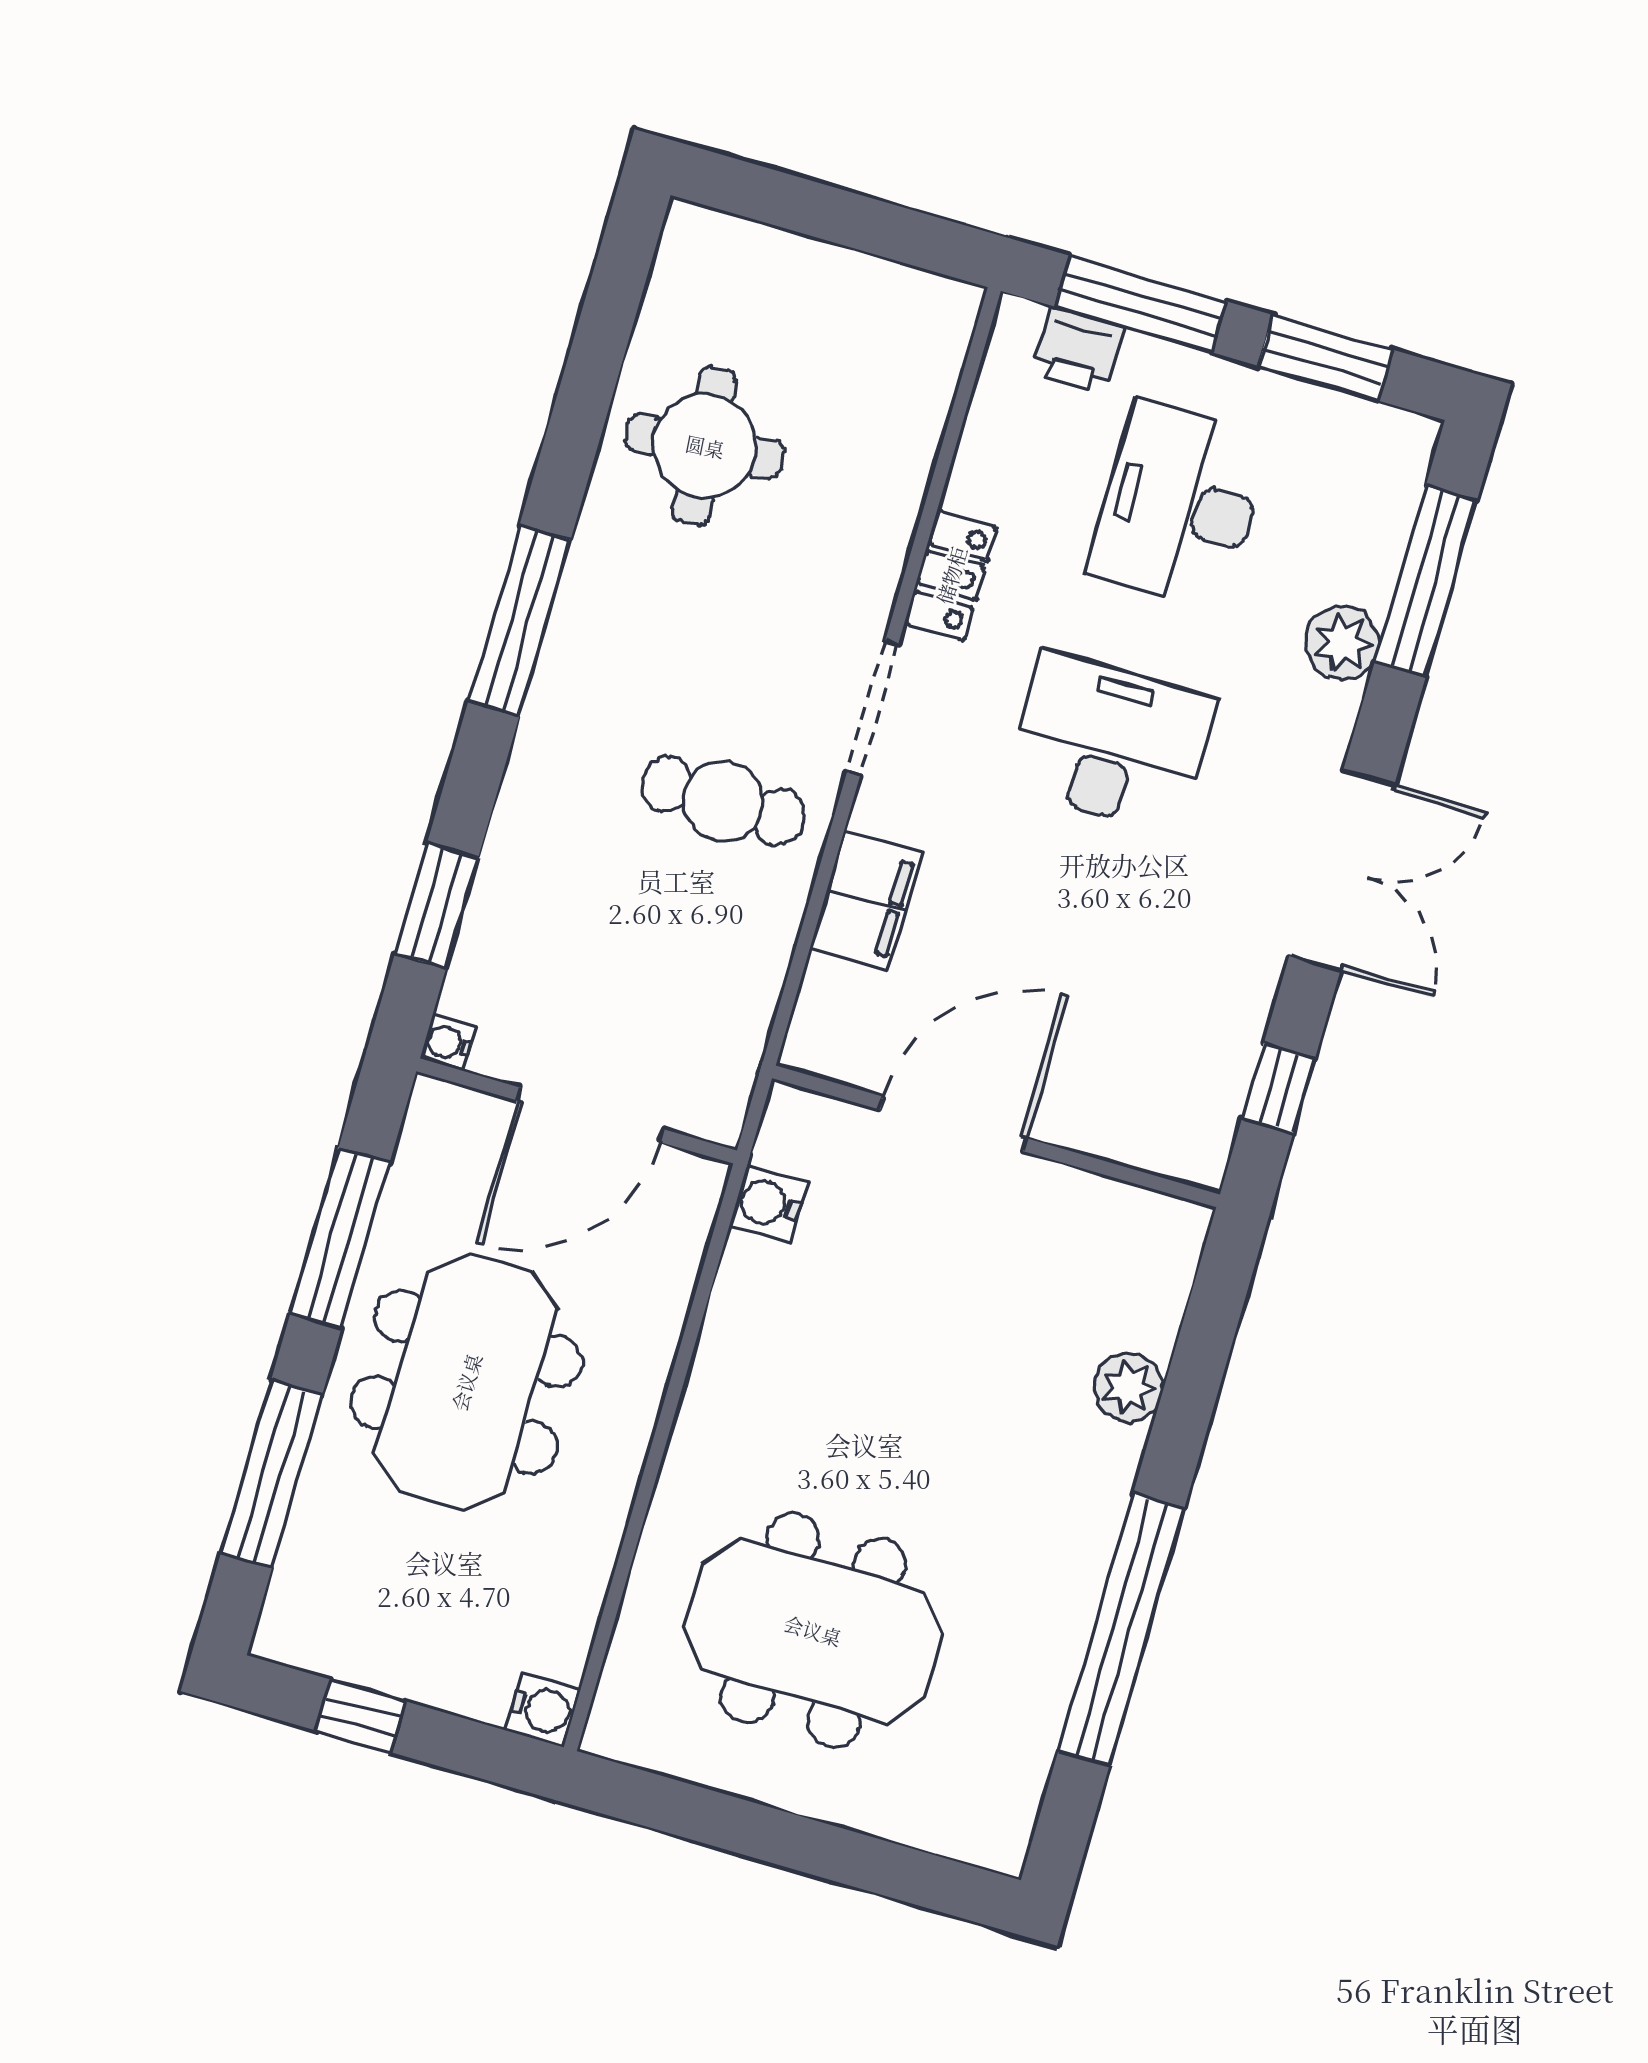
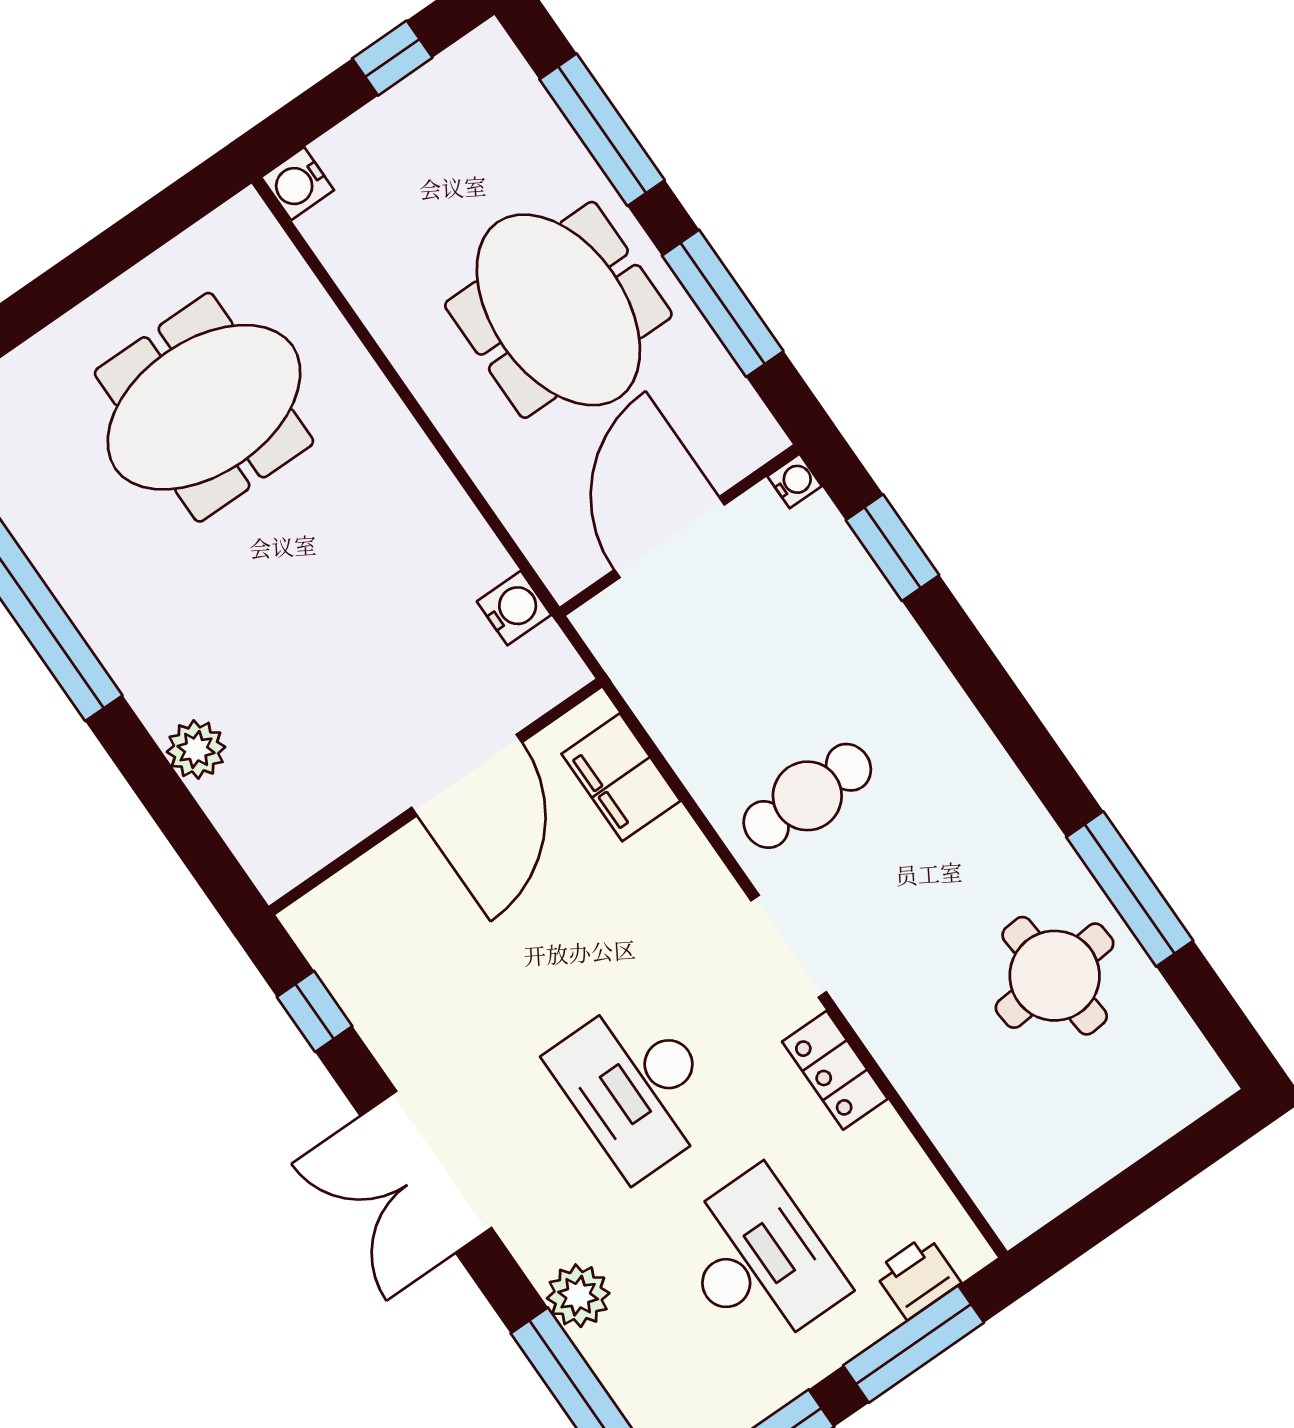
window: (519, 621) -> (1130, 889), moved
desk: (1110, 743) -> (637, 1086), turned 90
filing cabinet: (867, 900) -> (621, 777), moved

